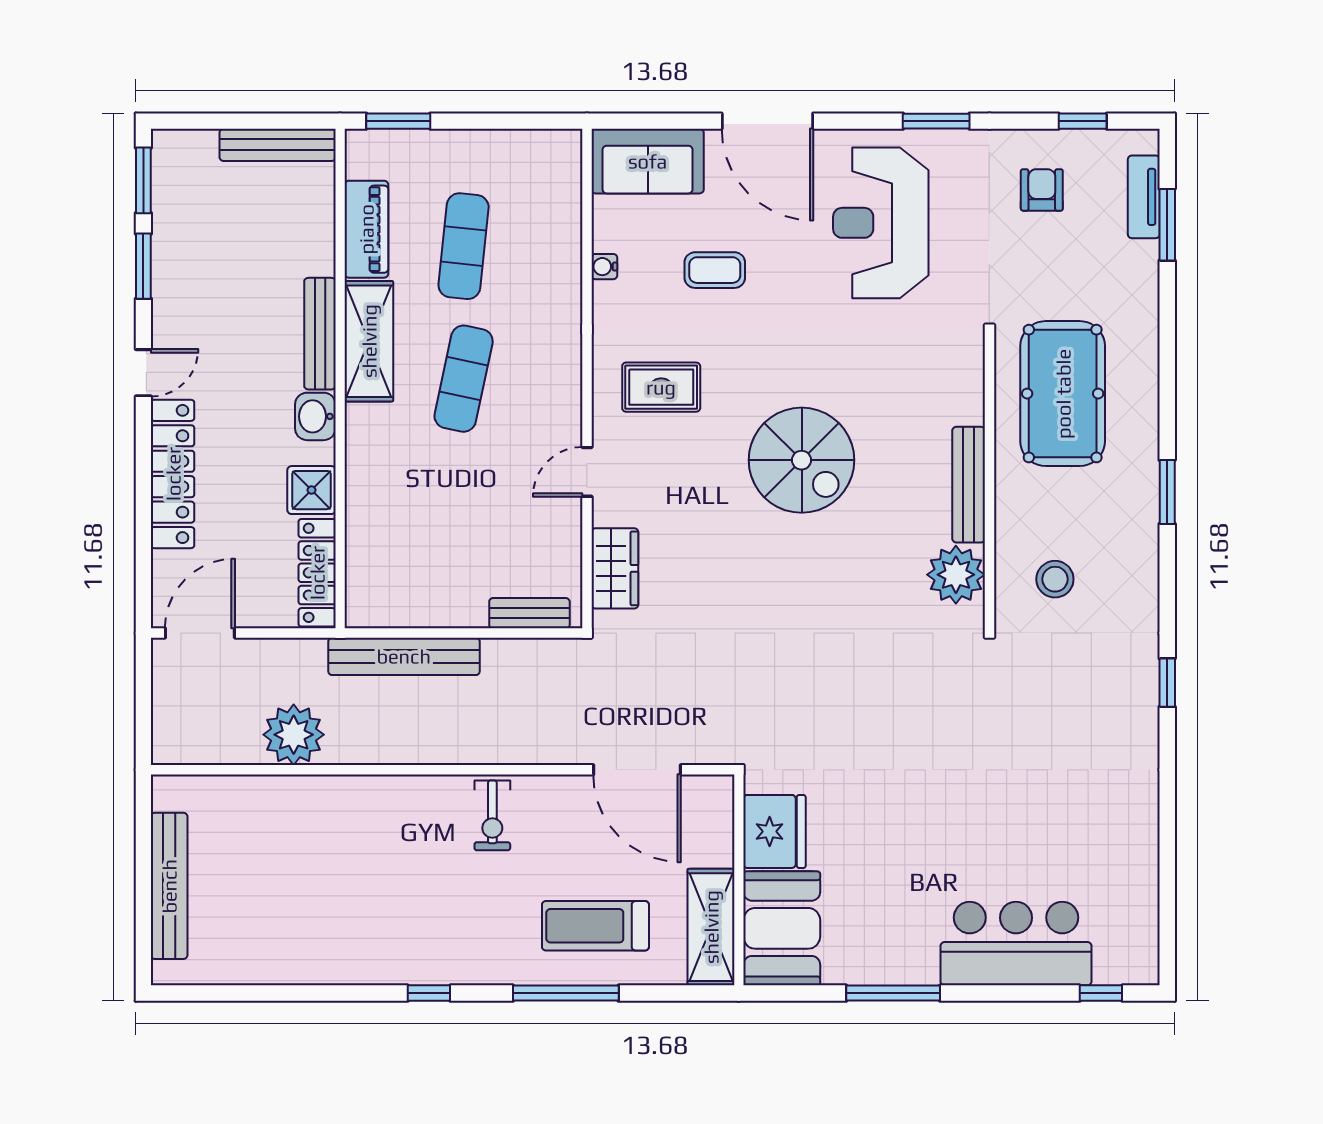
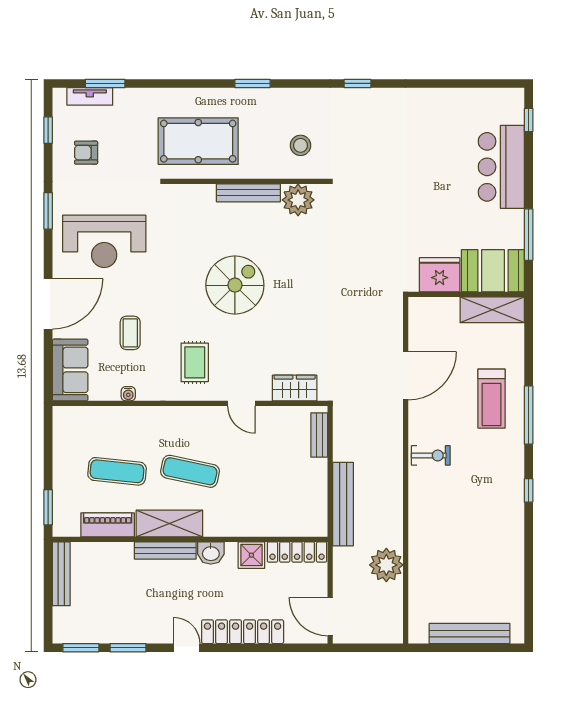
fridge: (775, 831) -> (440, 275), moved
wall: (739, 880) -> (466, 294), moved
shelving: (711, 927) -> (492, 310), moved
booth: (782, 928) -> (493, 271), moved

